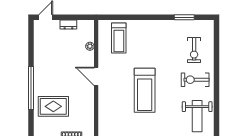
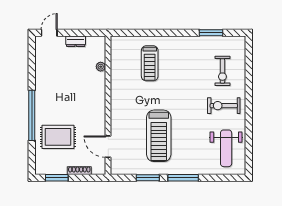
treadmill: (119, 38) -> (150, 63), moved
door: (96, 76) -> (108, 147), moved
treadmill: (145, 90) -> (159, 136), moved

